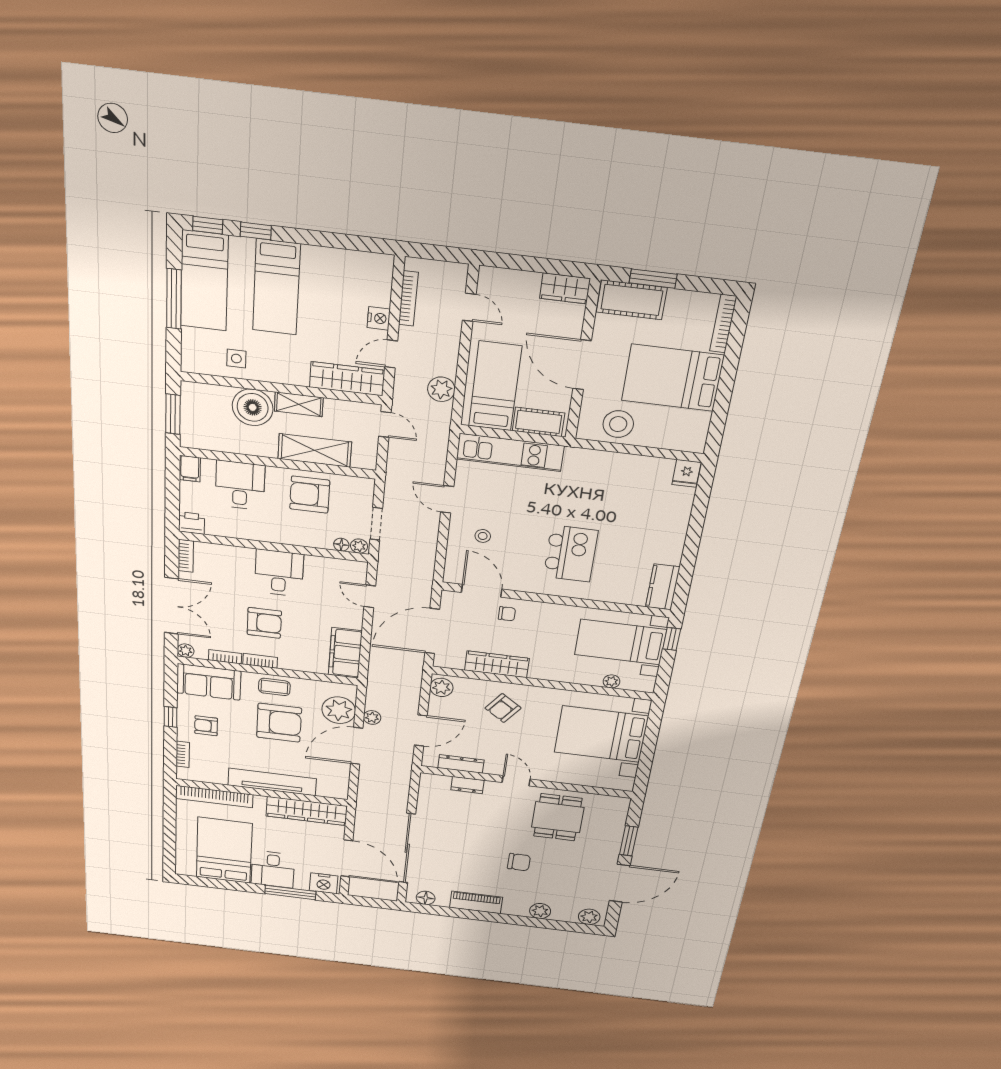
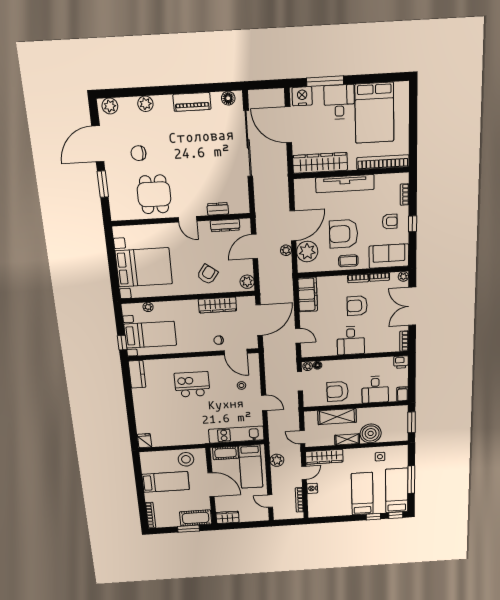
bed: (673, 378) -> (166, 482), width x0.67
armchair: (310, 495) -> (337, 391), turned 180
kitchen island: (571, 554) -> (192, 384), turned 90
chair: (519, 862) -> (139, 153), moved

